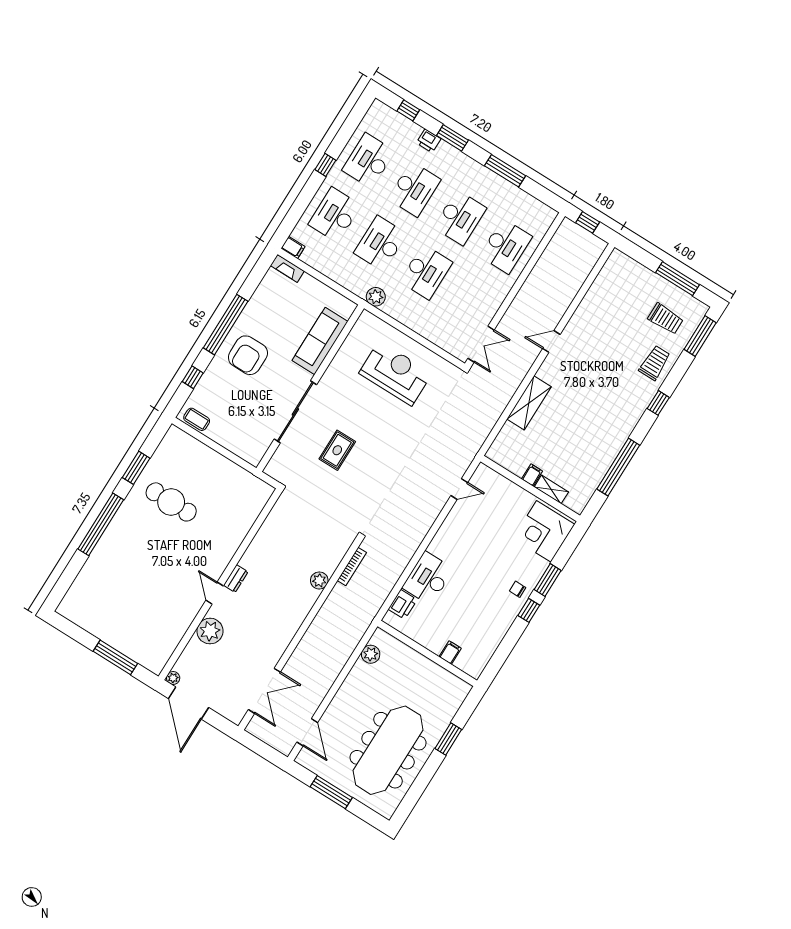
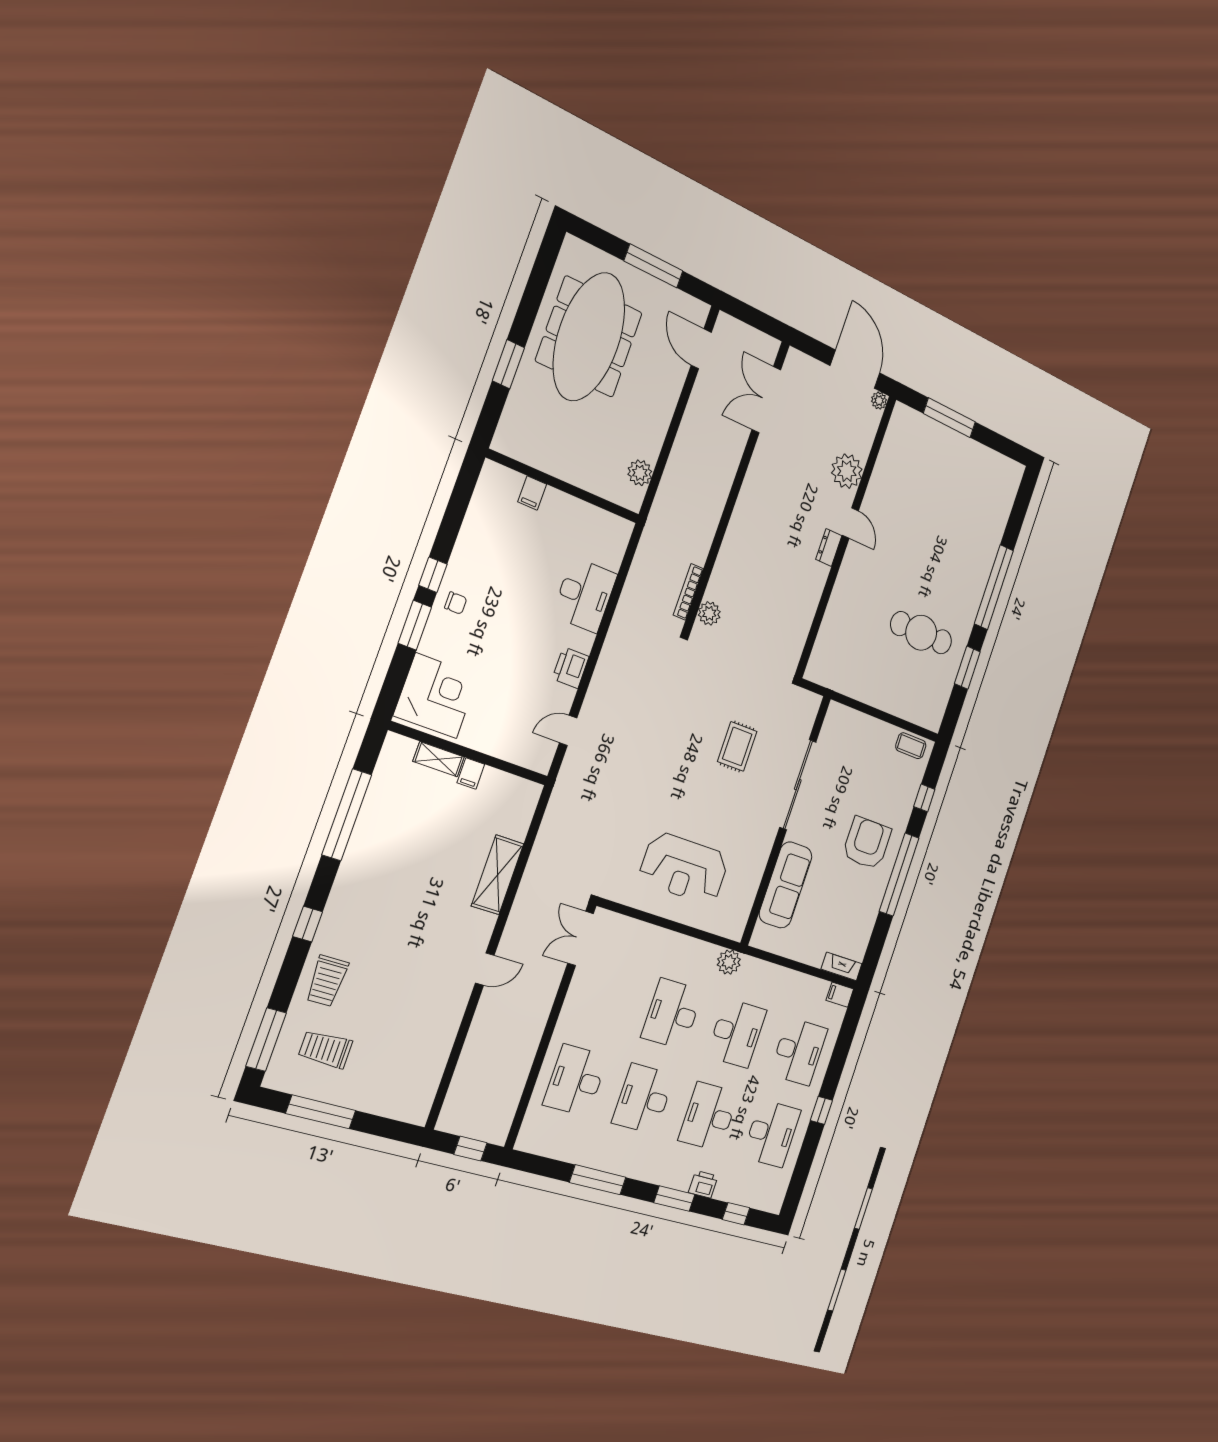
plant: (319, 580) -> (709, 613), moved
printer: (403, 604) -> (571, 668), moved

